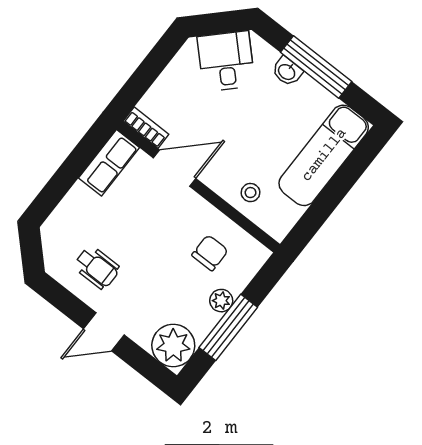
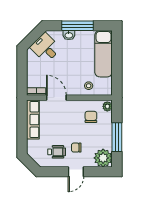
row of seats: (109, 163) -> (33, 120), width x1.48
door: (174, 168) -> (56, 98), hinge flipped
chair: (139, 288) -> (76, 148), added
plant: (221, 301) -> (107, 106), moved

